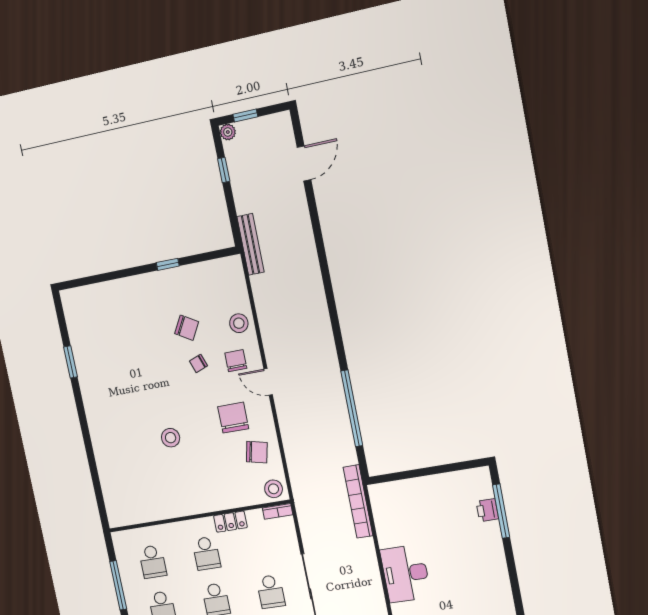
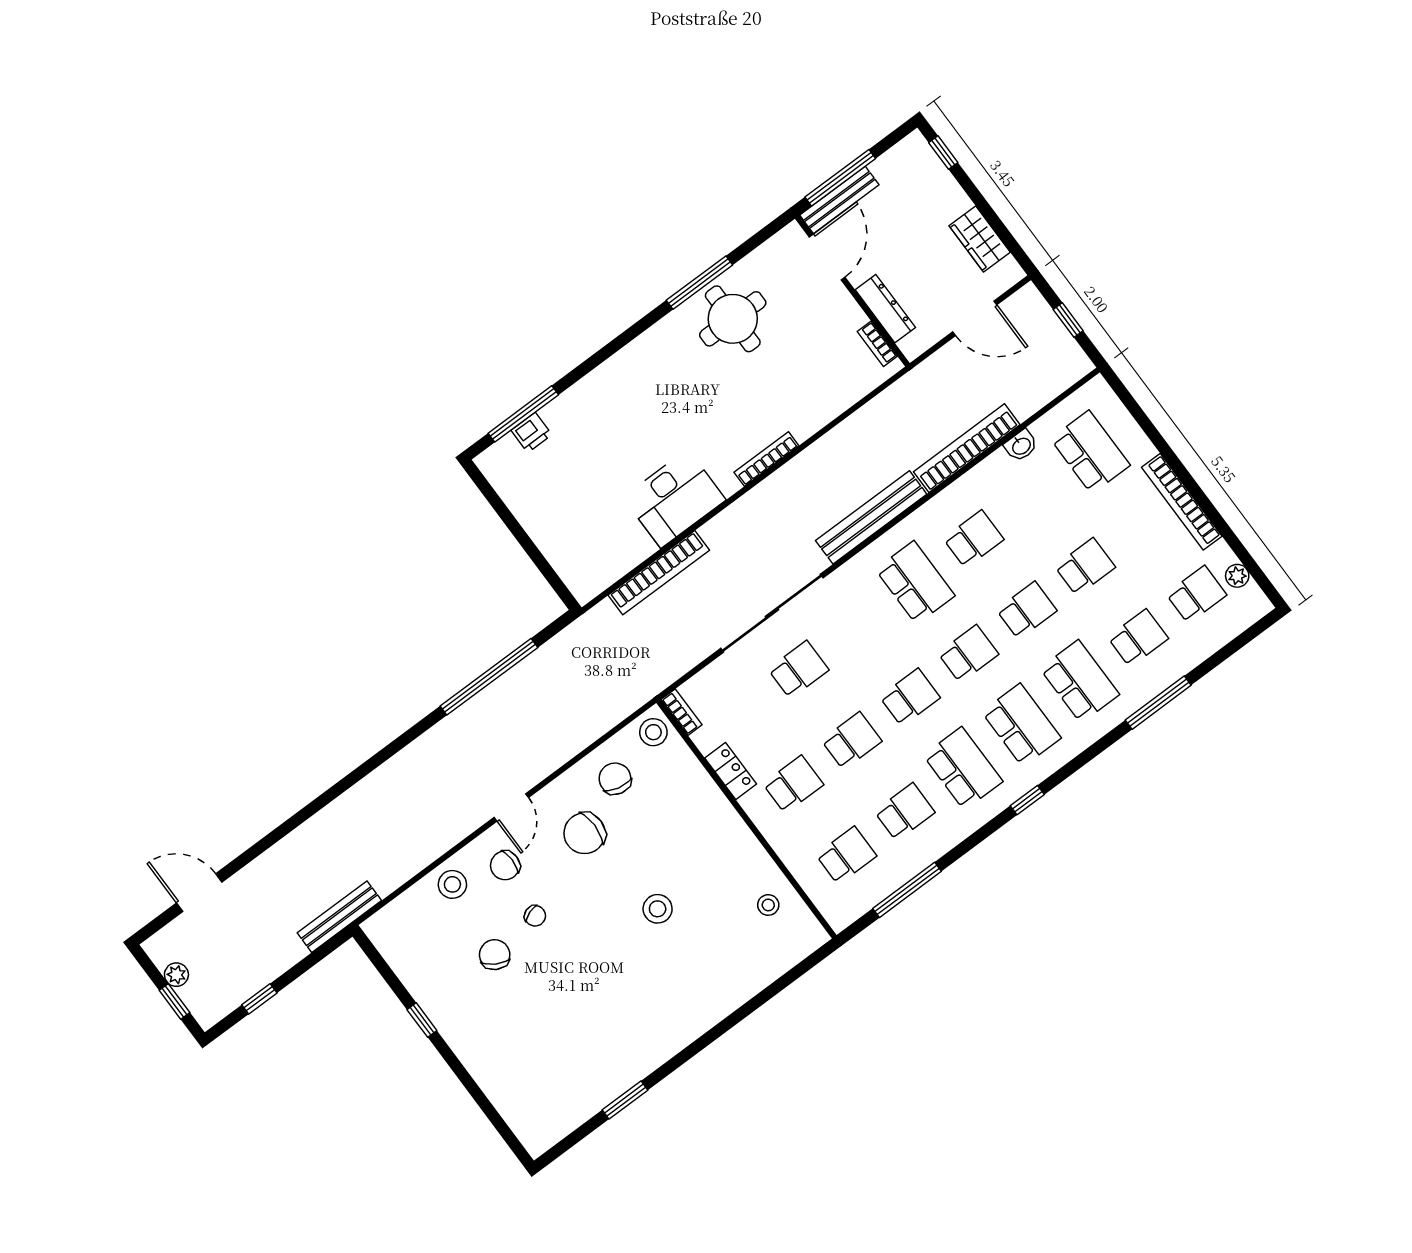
plant: (228, 132) -> (176, 975), moved
bookcase: (358, 501) -> (659, 573), moved
stool: (144, 503) -> (768, 905), added

